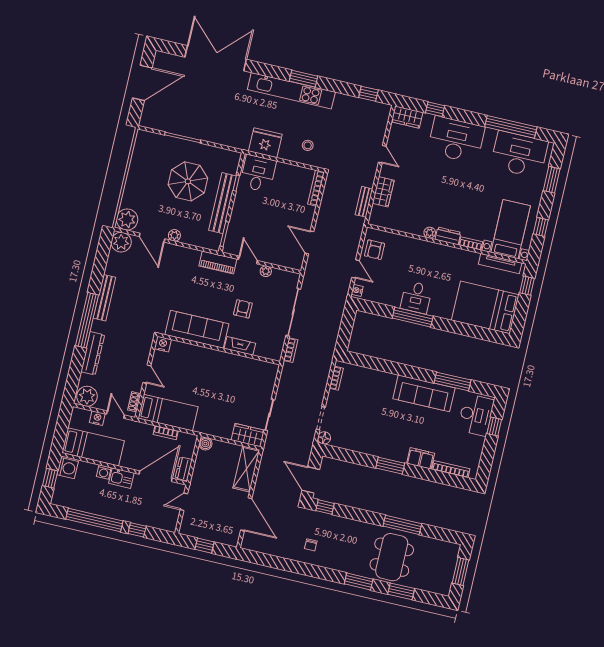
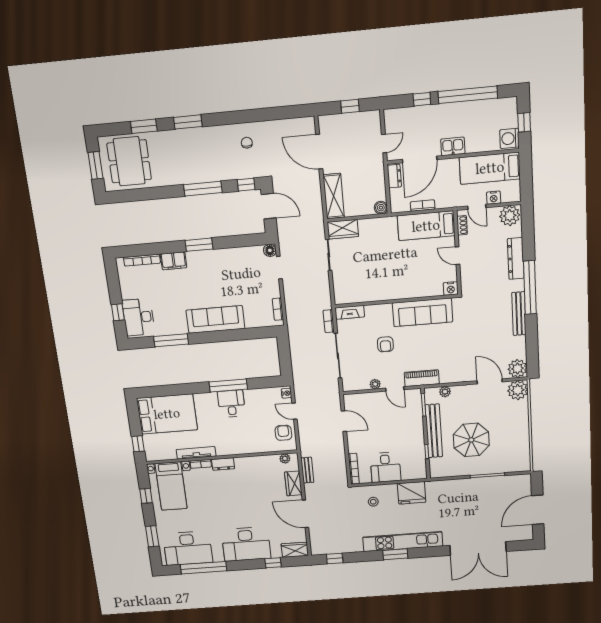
door: (382, 154) -> (305, 514), width x1.88
desk: (258, 173) -> (385, 467), moved
plant: (430, 233) -> (285, 458), moved
plant: (174, 235) -> (445, 392), moved
tv unit: (500, 264) -> (196, 453), moved
fireplace: (240, 346) -> (350, 312), moved
sofa: (424, 393) -> (215, 319), moved
washing machine: (104, 472) -> (472, 147), removed
window: (402, 525) -> (203, 189), moved
dining table: (392, 557) -> (129, 161), moved

